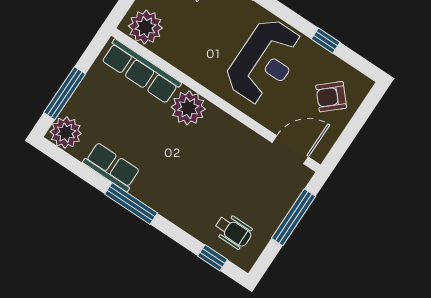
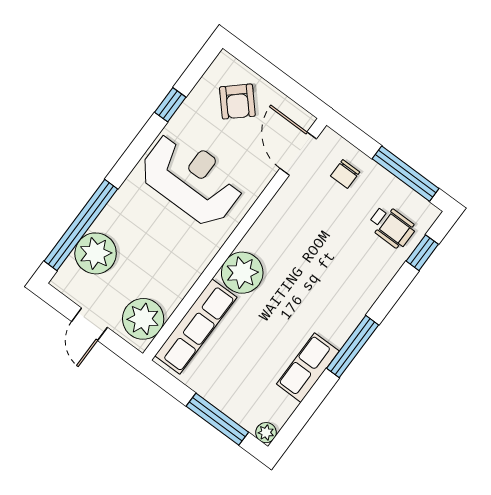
plant: (66, 133) -> (266, 433), width x0.53, depth x0.53
chair: (275, 190) -> (345, 174), added
window: (294, 217) -> (406, 174), moved
wheelchair: (233, 231) -> (392, 227), turned 90

